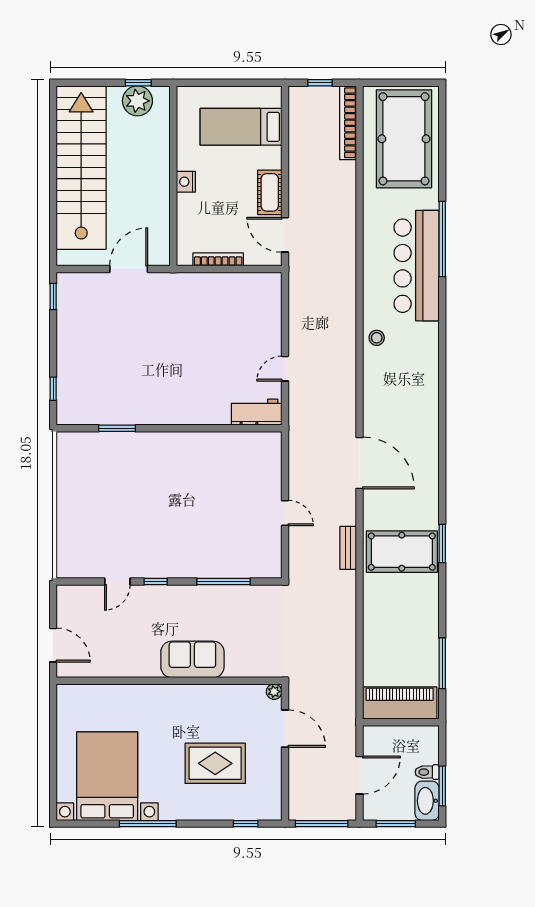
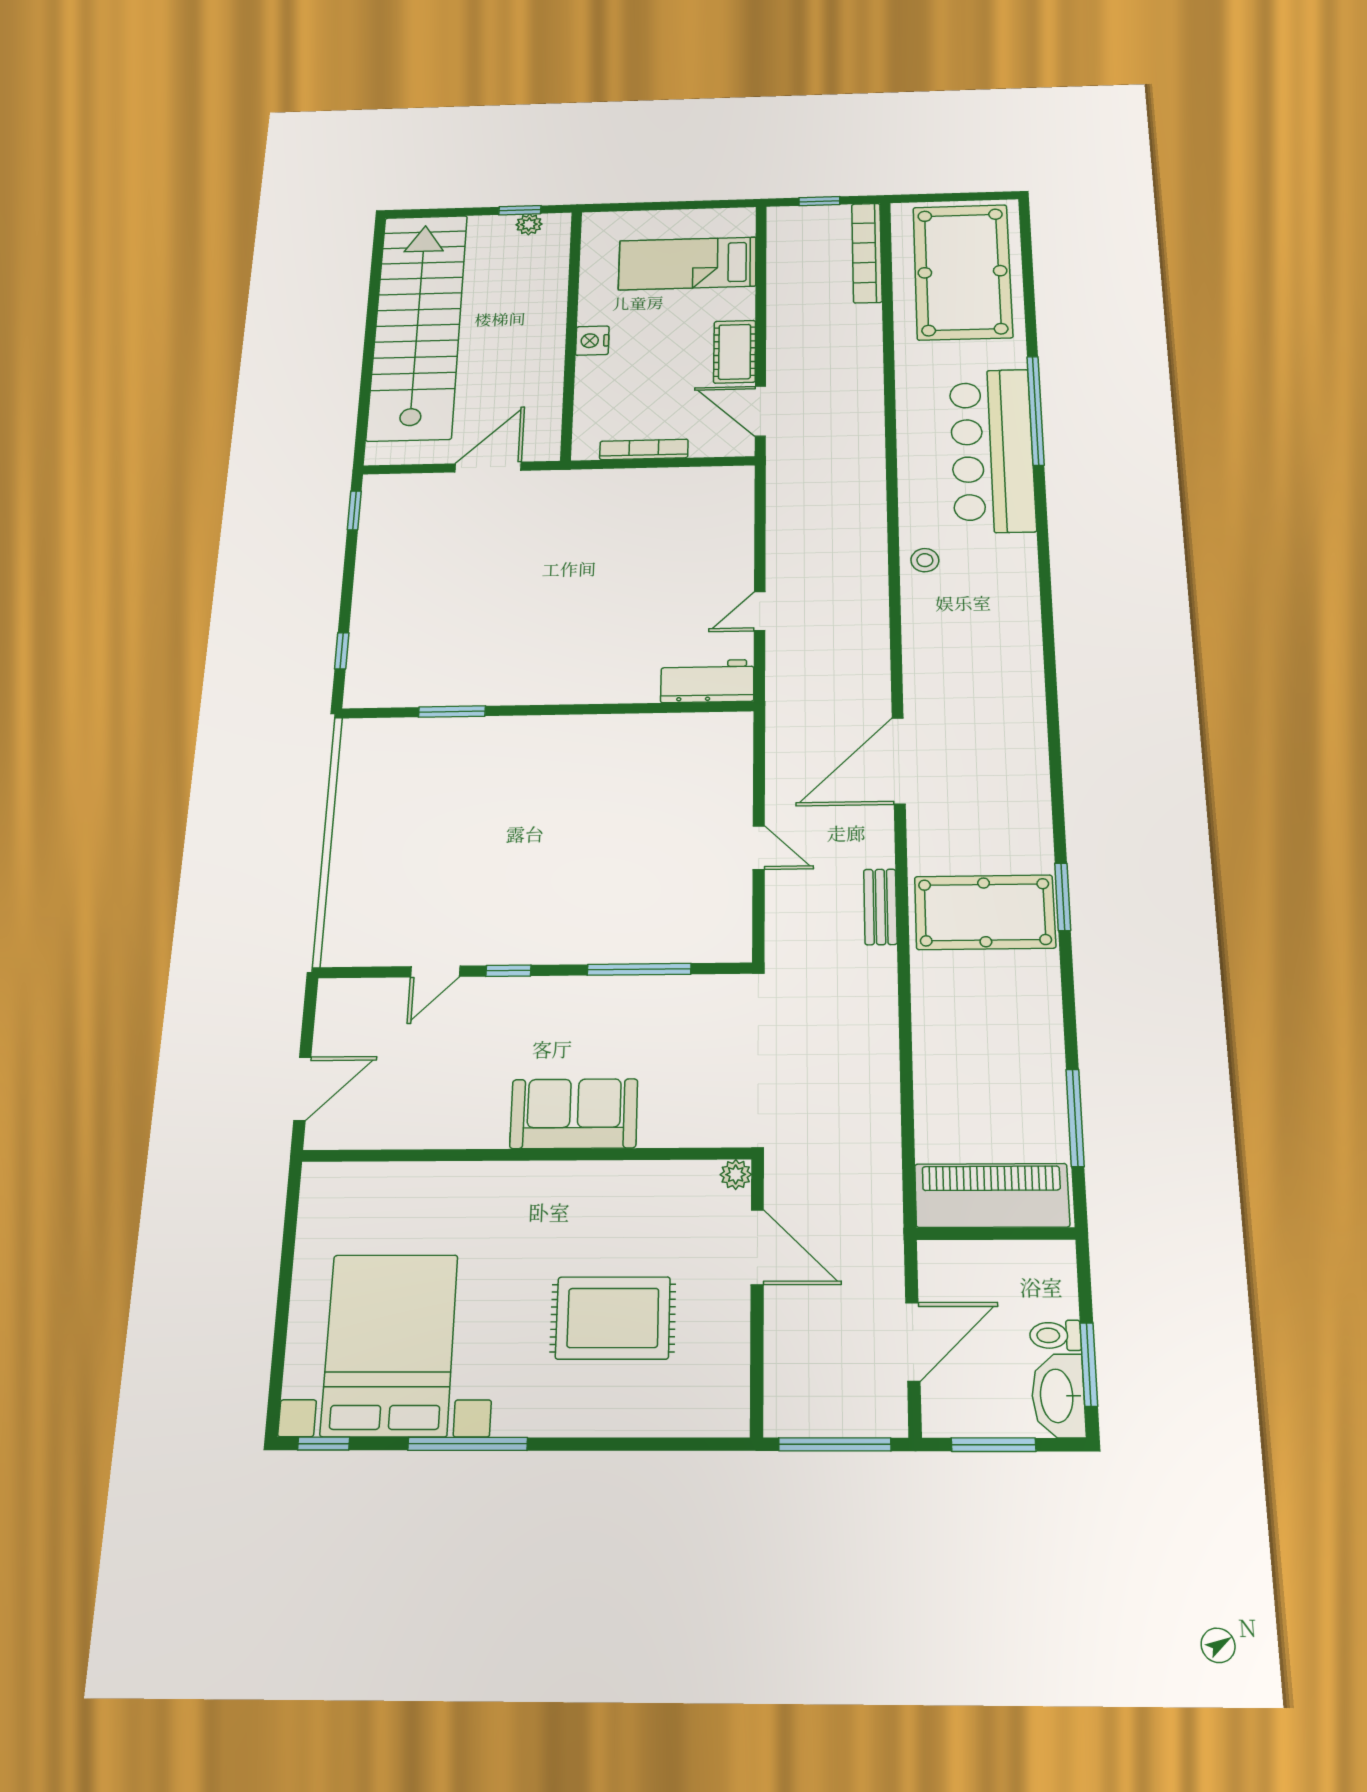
plant: (137, 101) -> (529, 224), width x0.53, depth x0.53
door: (359, 463) -> (899, 761), swing flipped
door: (53, 645) -> (302, 1089), hinge flipped
window: (246, 824) -> (324, 1444), moved

